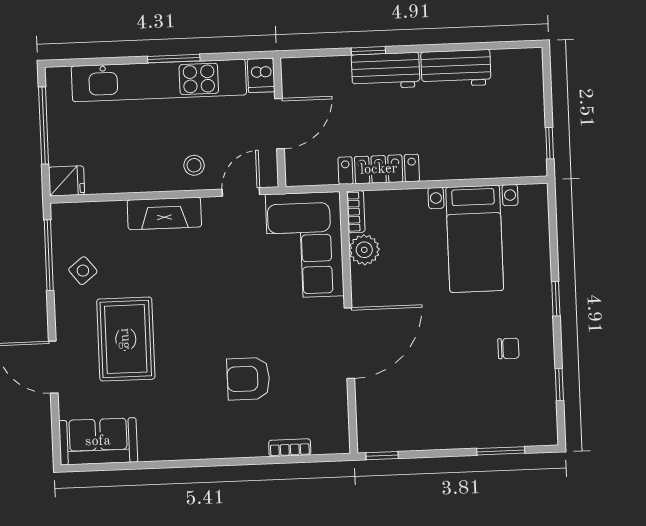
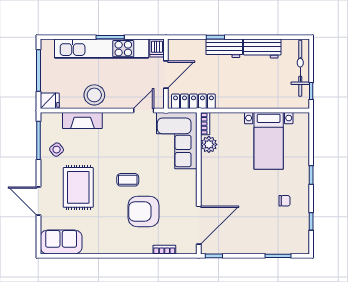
bicycle: (528, 102) -> (300, 68), added
stool: (194, 165) -> (94, 95), moved, width x1.89, depth x1.89
locker: (379, 169) -> (193, 101), moved
fireplace: (164, 213) -> (82, 120), moved
coffee table: (217, 321) -> (128, 180), added
door: (349, 343) -> (199, 225), moved
armchair: (248, 379) -> (144, 211), width x1.36, depth x1.36

